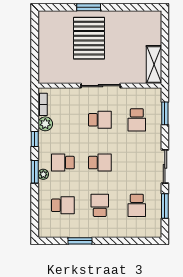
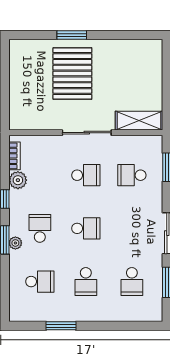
shelving: (154, 65) -> (139, 121), moved, turned 90
school desk: (137, 120) -> (132, 175), turned 90
school desk: (63, 163) -> (40, 228), turned 90
school desk: (100, 205) -> (86, 282), turned 180

